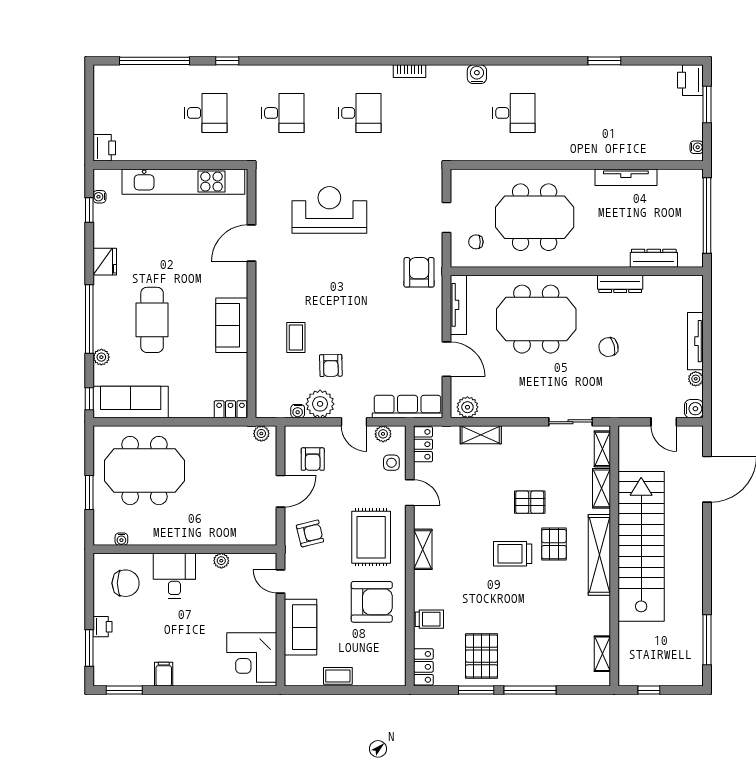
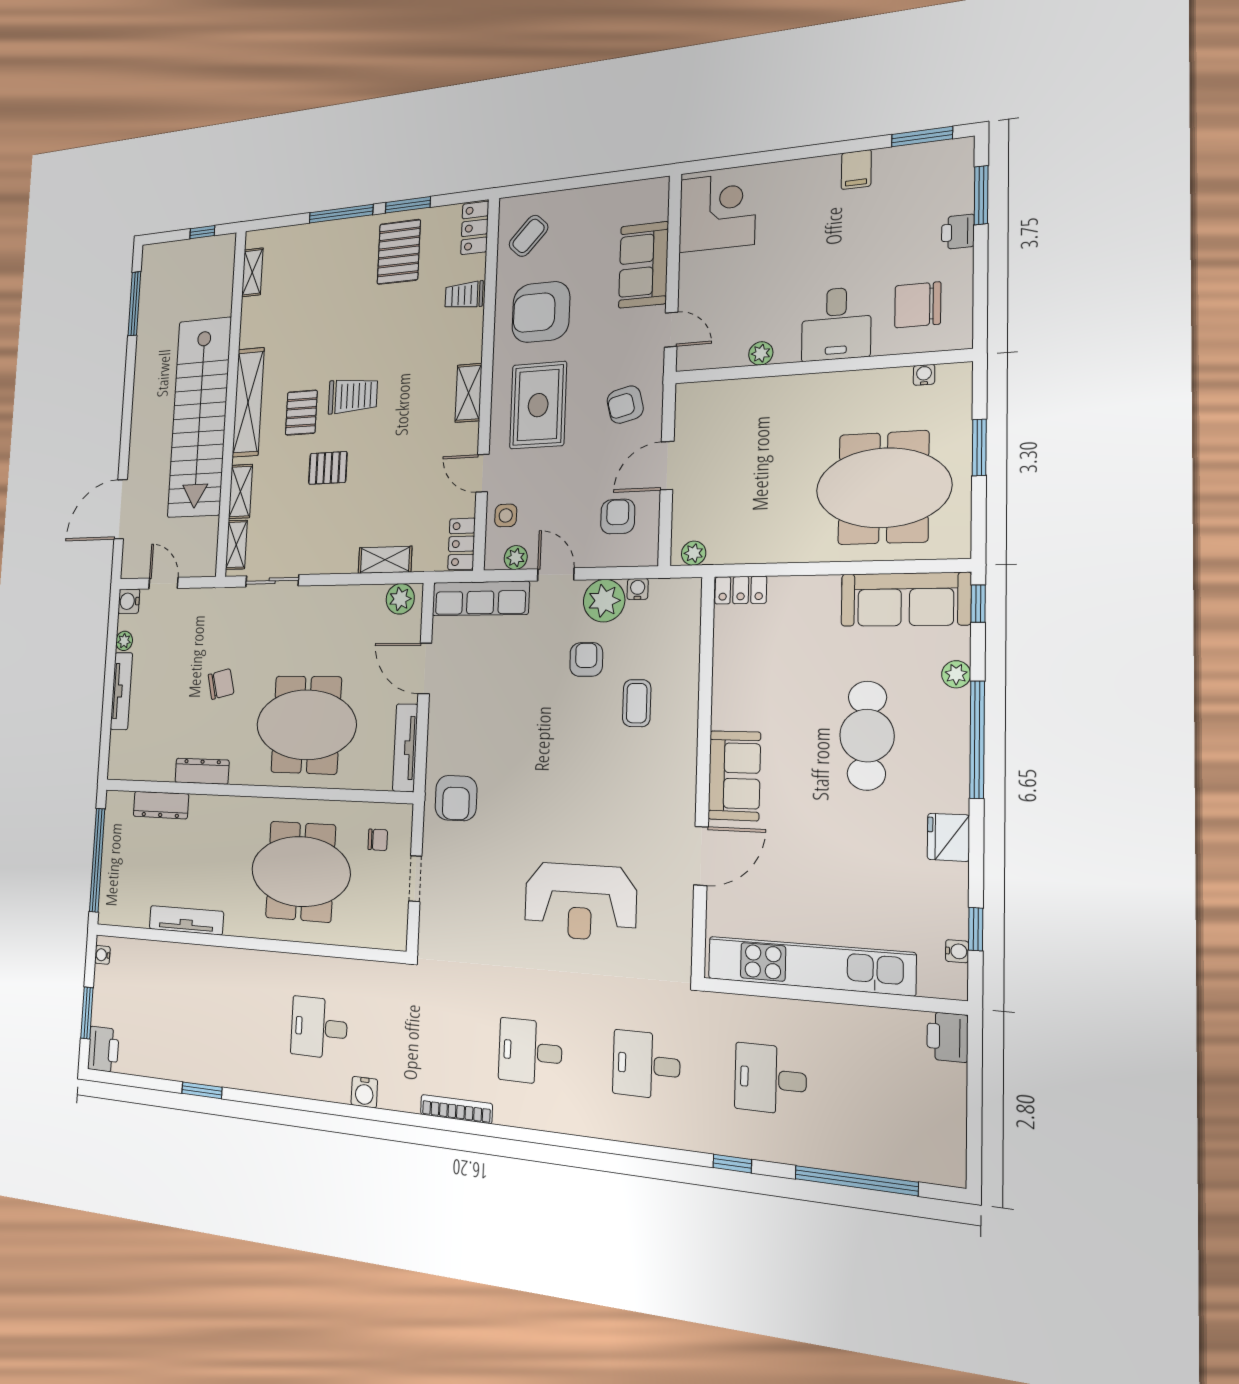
bookcase: (409, 71) -> (456, 1109), width x1.56
sofa: (232, 325) -> (734, 776), moved
coffee table: (338, 676) -> (529, 236), moved, turned -47

